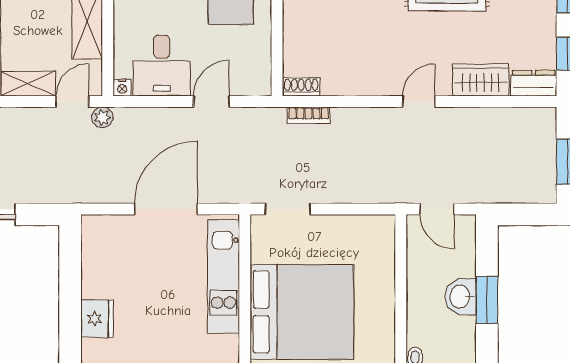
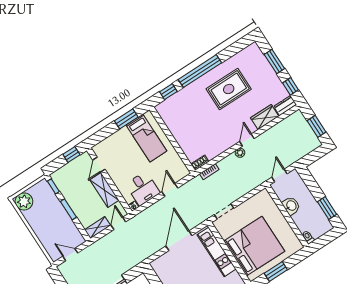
plant: (102, 117) -> (240, 153), moved
door: (437, 209) -> (280, 175), swing flipped
washbasin: (461, 297) -> (291, 206), moved, turned 180
window: (487, 300) -> (327, 208), moved

